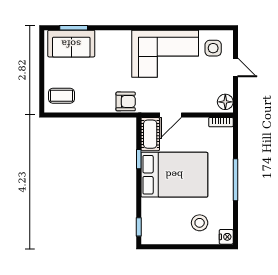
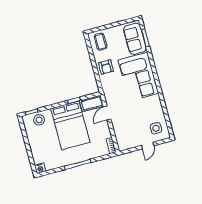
corner sofa: (165, 54) -> (138, 77), moved
armchair: (126, 101) -> (106, 67), moved
floor lamp: (225, 102) -> (124, 145), removed
door: (171, 115) -> (107, 113), hinge flipped
stool: (200, 223) -> (39, 120), moved

